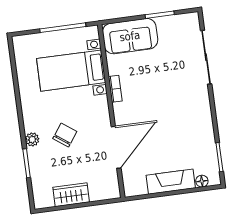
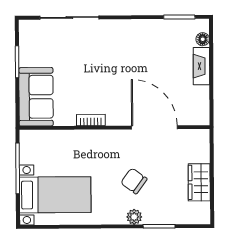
bed with nightstands: (71, 71) -> (55, 195), moved, turned -90
fireplace: (171, 182) -> (201, 66), width x0.73, depth x0.76

